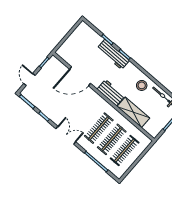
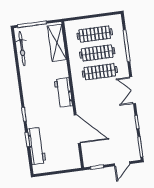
workbench: (113, 54) -> (36, 146), moved
stool: (142, 85) -> (32, 76), removed
shelving: (133, 112) -> (57, 43), moved

